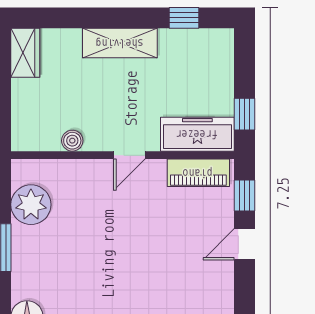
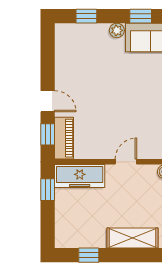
piano: (198, 173) -> (64, 138), moved, turned 90
door: (245, 244) -> (48, 101), hinge flipped

